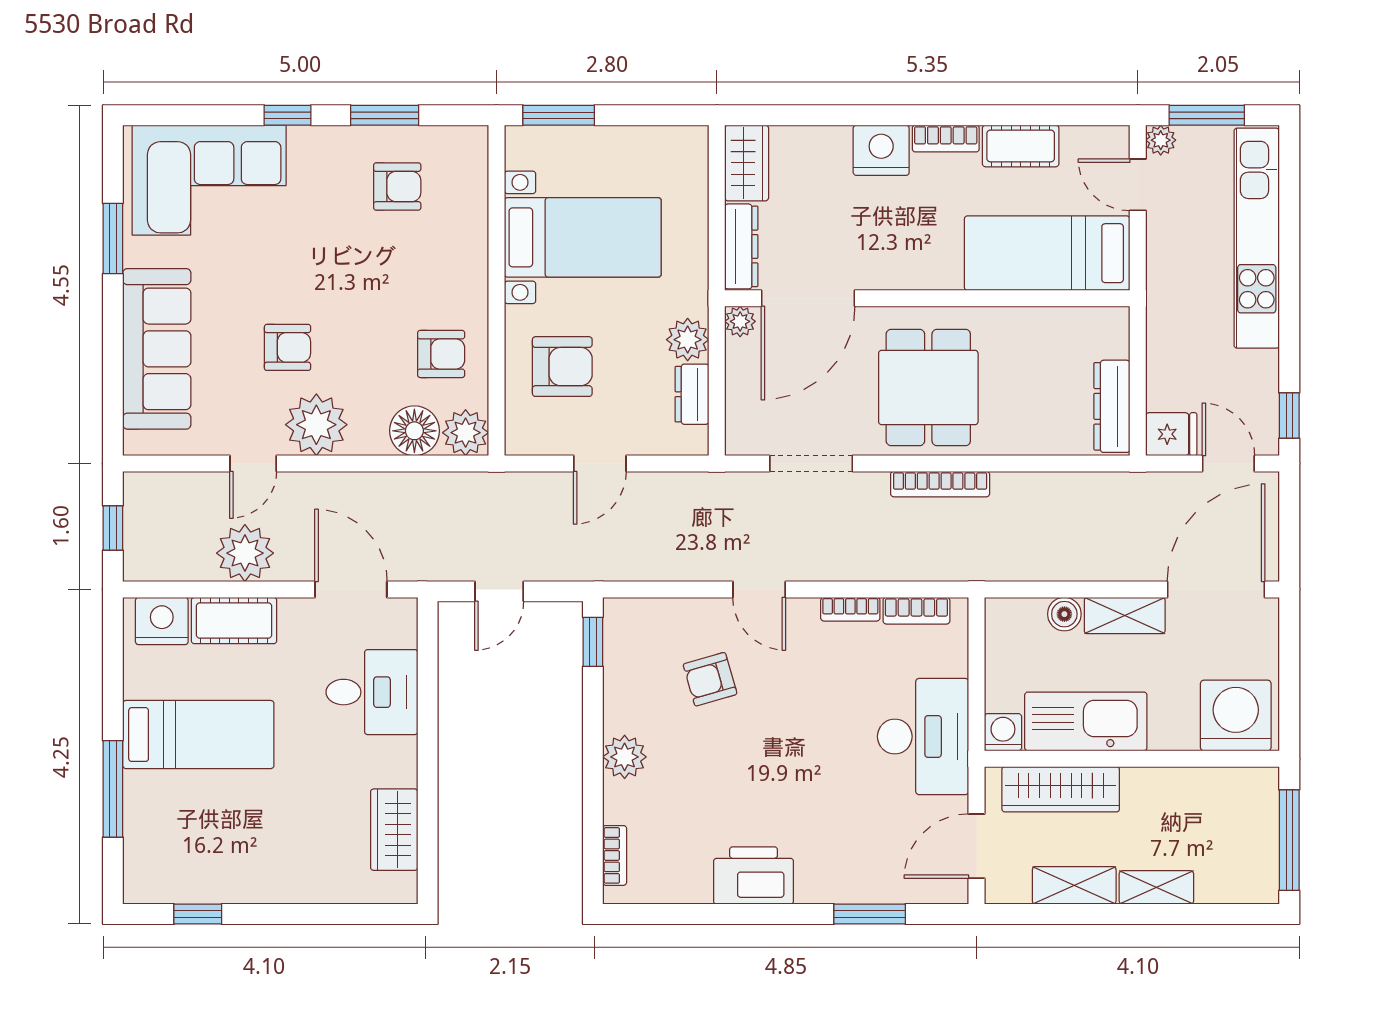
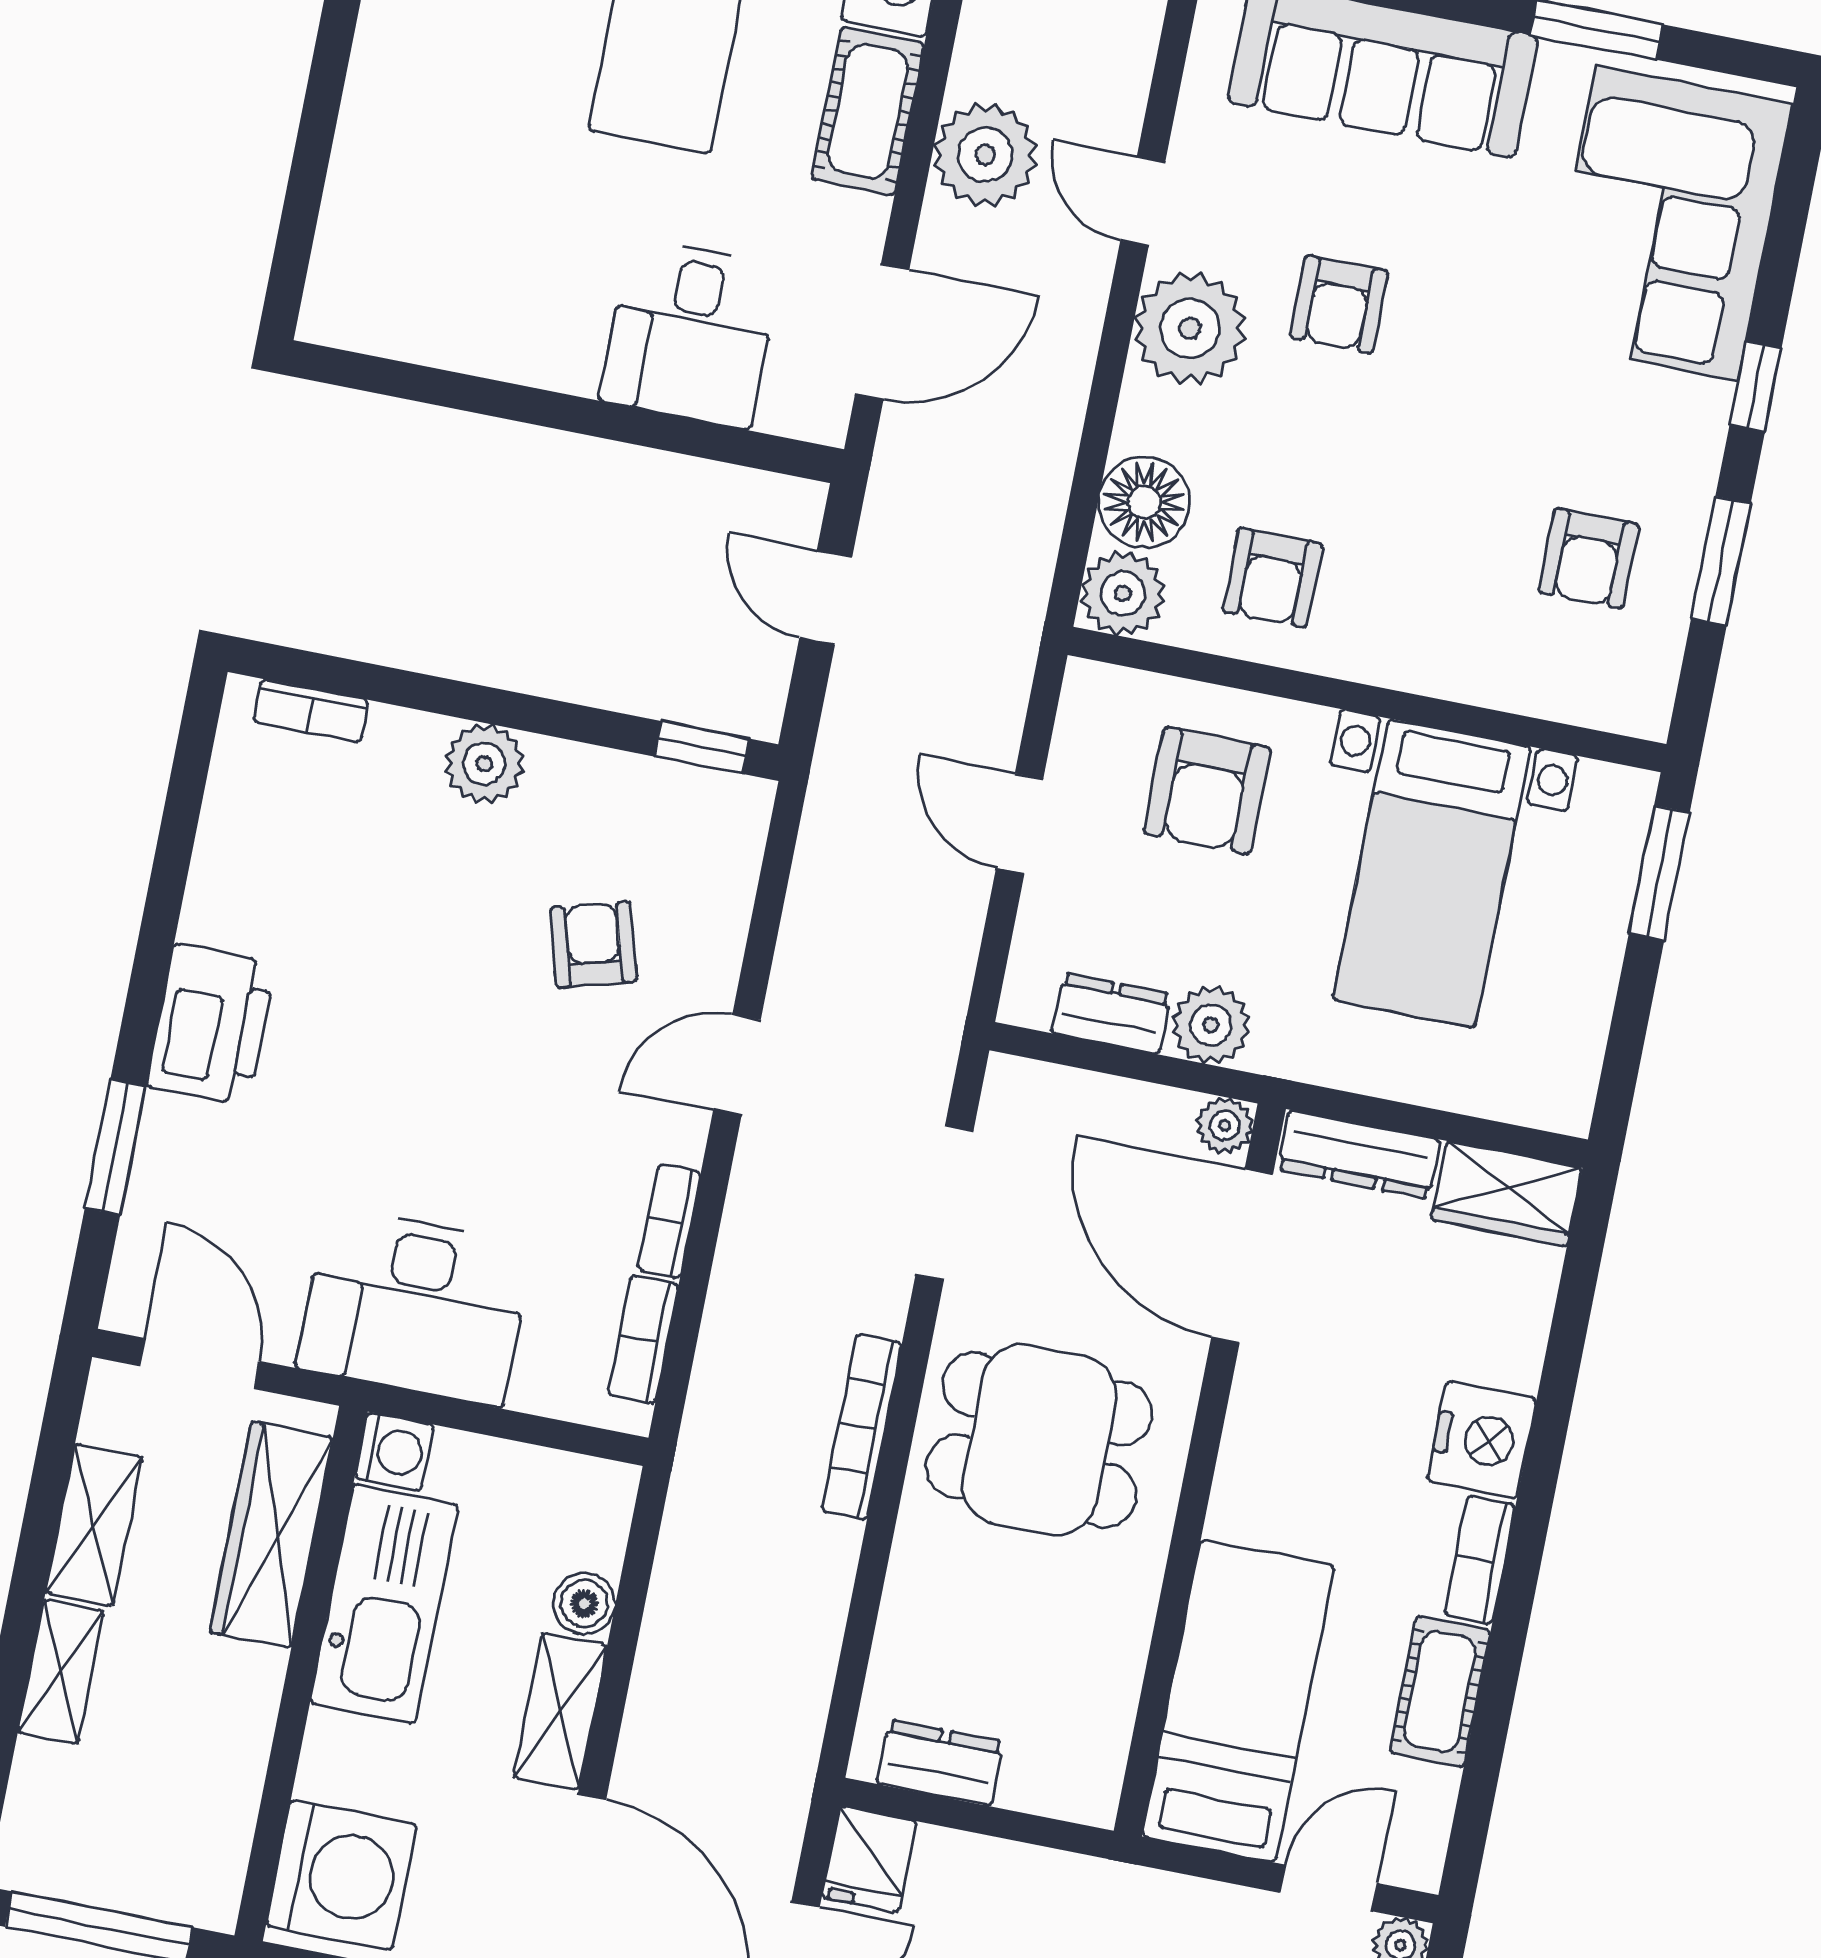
dresser: (1112, 406) -> (940, 1763), width x0.70
wardrobe: (394, 830) -> (436, 324), removed
printer: (754, 876) -> (211, 1025), moved

